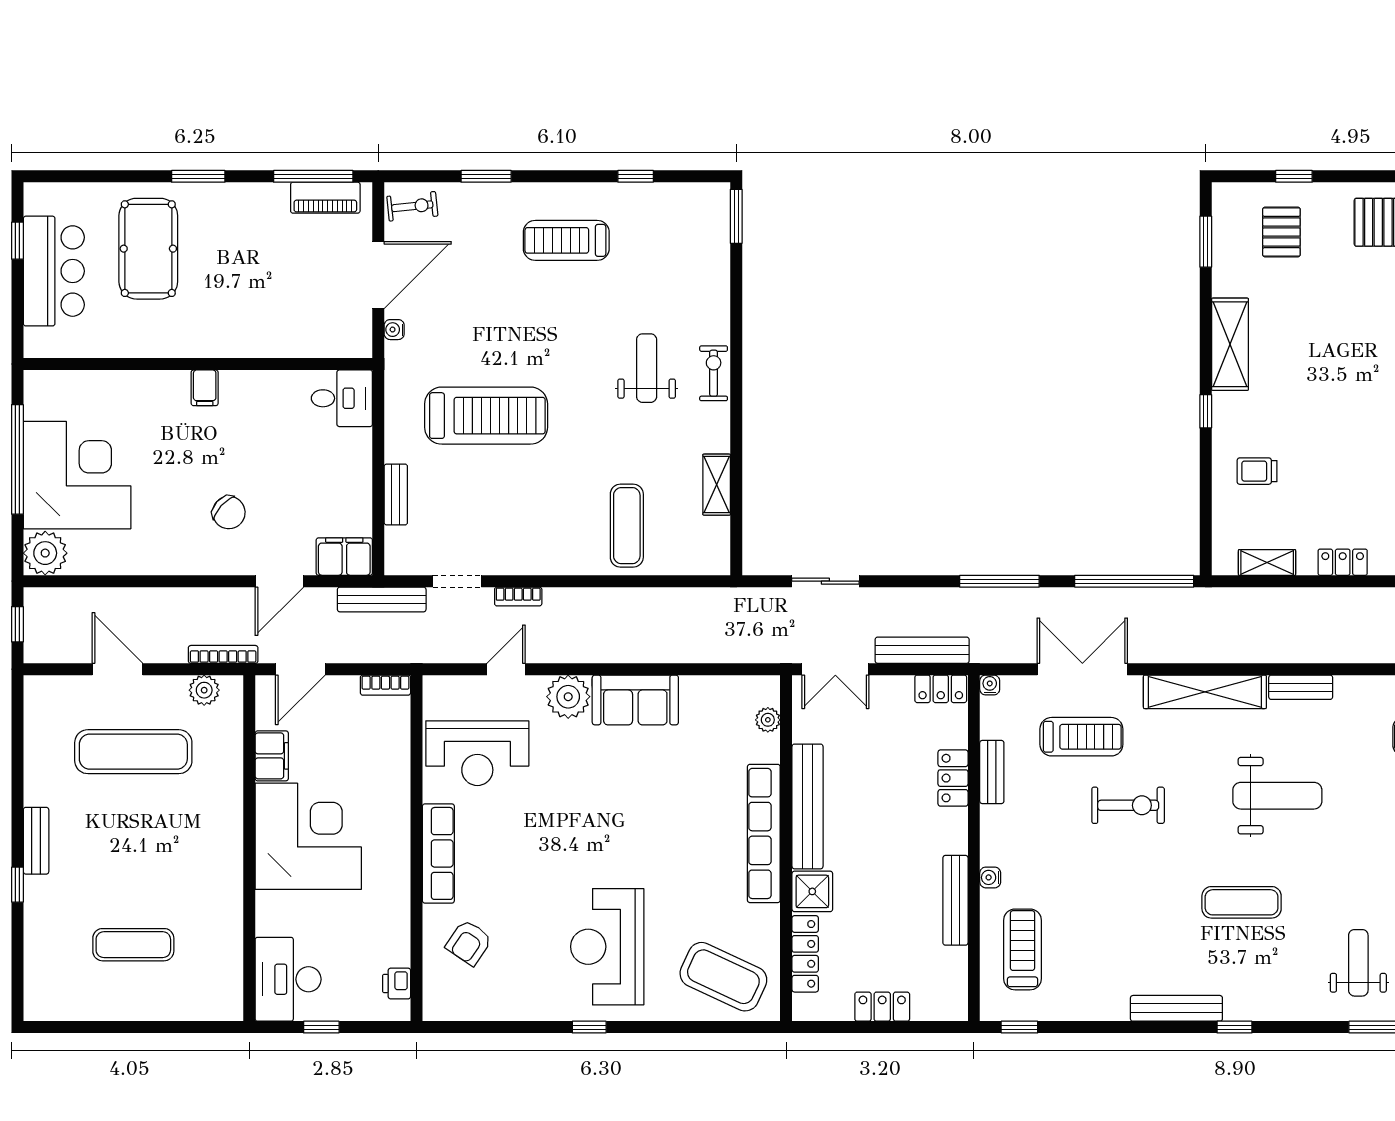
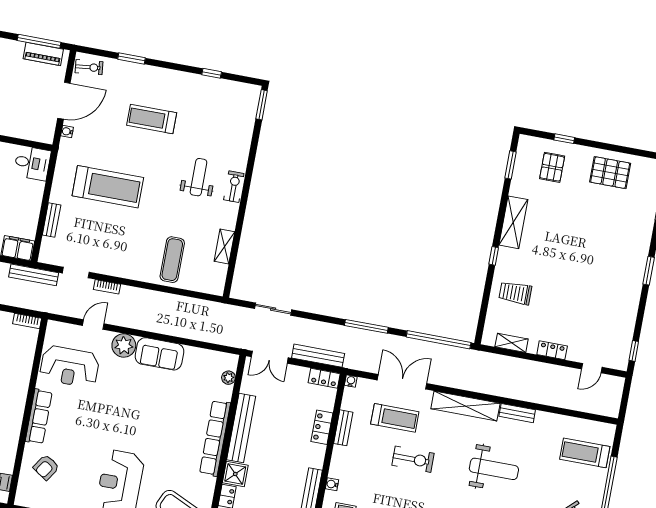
treadmill: (566, 240) -> (152, 119), moved
trolley: (1257, 471) -> (515, 293), width x1.36, depth x1.39

